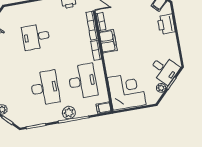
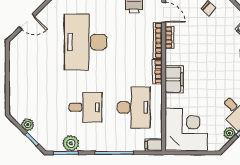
desk: (36, 37) -> (85, 42), width x1.87, depth x1.30
filing cabinet: (108, 41) -> (174, 79), moved
desk: (45, 88) -> (85, 107), width x0.73
plant: (69, 113) -> (71, 143), moved

